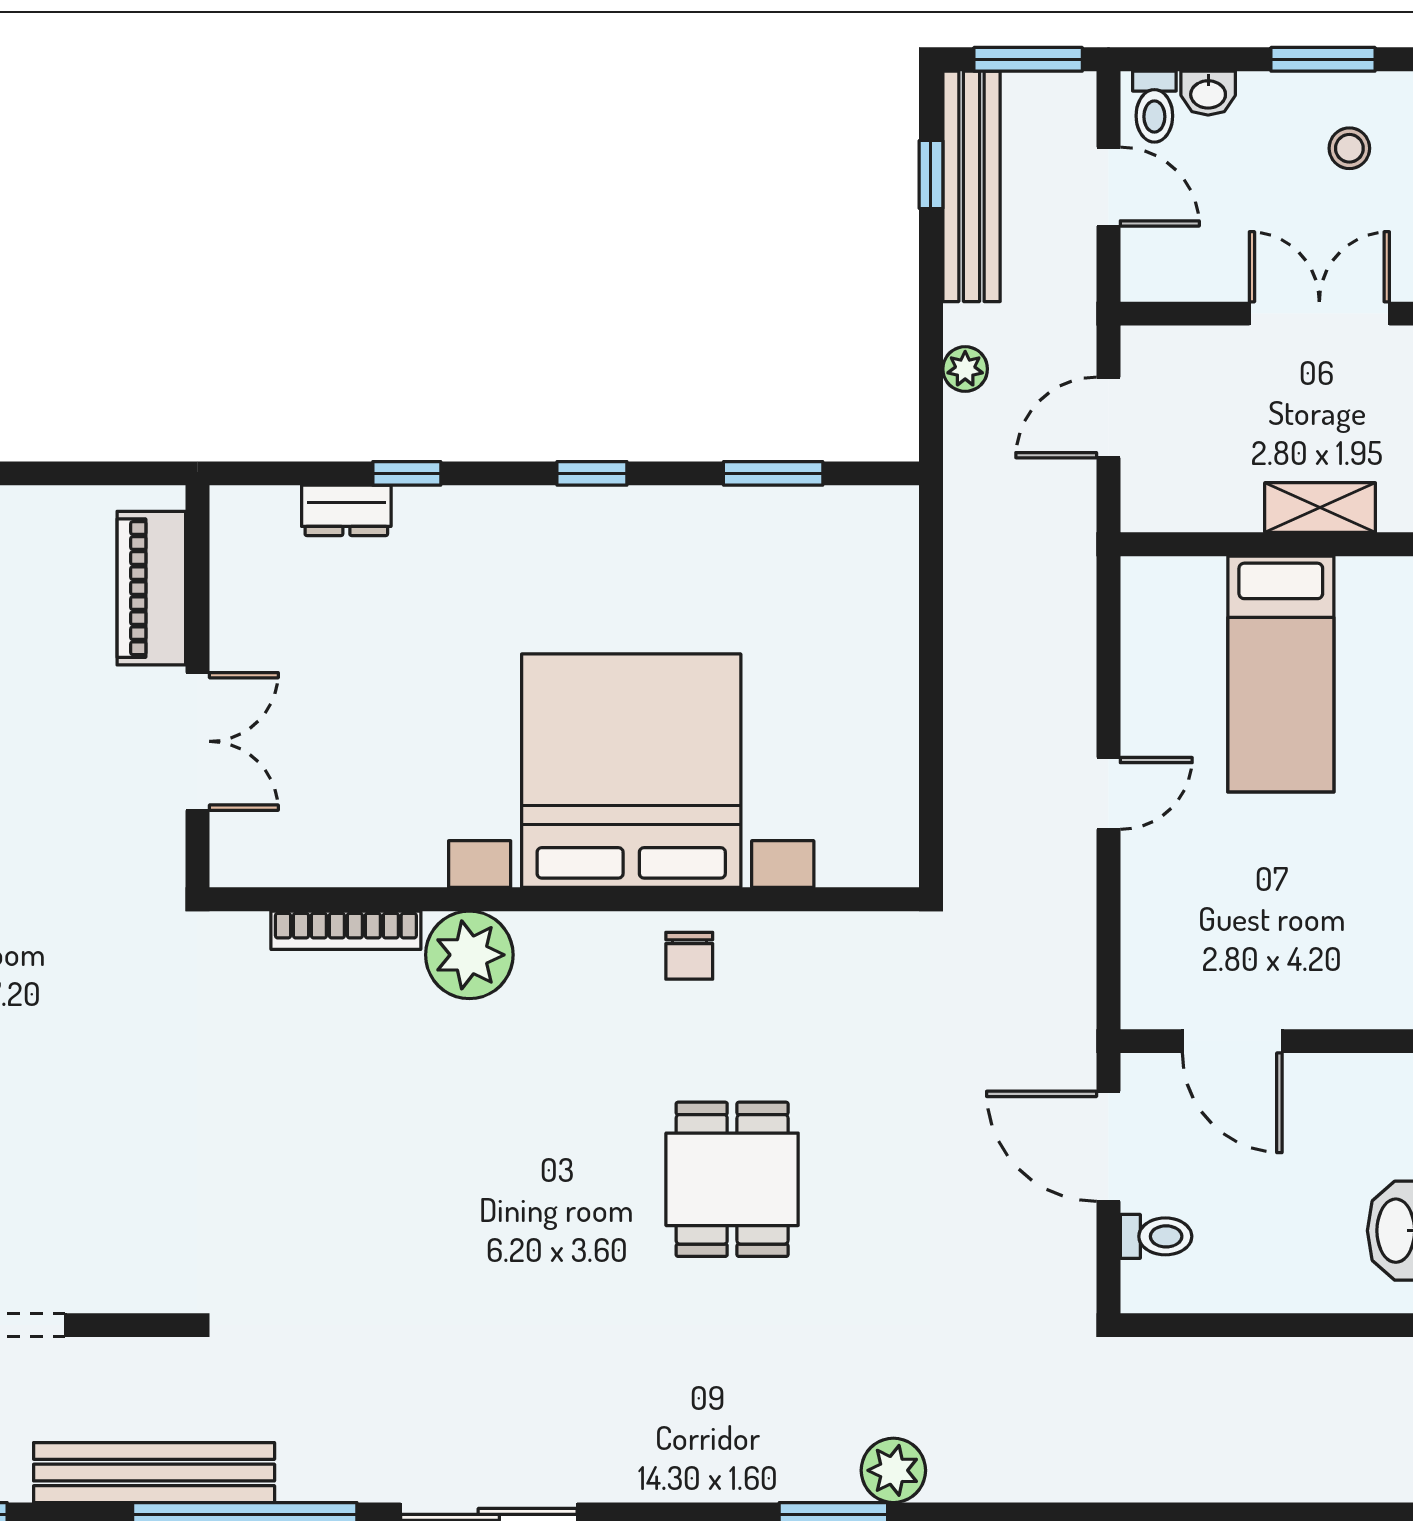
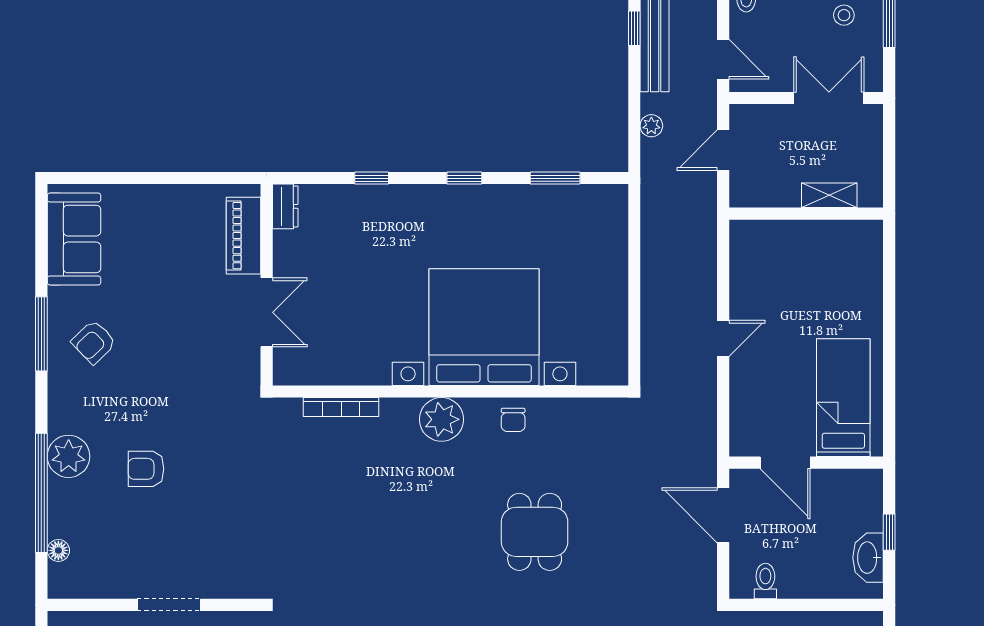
door: (1108, 187) -> (723, 59), moved
dresser: (346, 510) -> (285, 206), moved, turned -90
bed: (1281, 674) -> (843, 398), moved, turned 180
plant: (469, 955) -> (441, 419), moved
toilet: (1156, 1236) -> (765, 581), moved, turned -90

